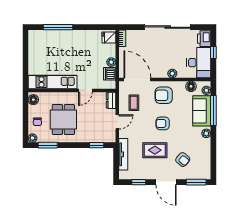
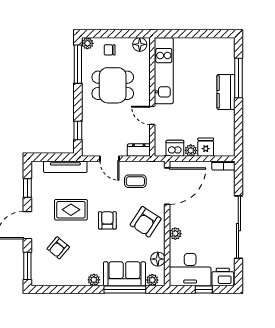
kitchen counter: (68, 36) -> (226, 92), added
fridge: (109, 38) -> (206, 147), moved
armchair: (164, 95) -> (146, 222), turned -147
window: (48, 145) -> (78, 64), width x1.44
rug: (155, 150) -> (71, 210), turned 90

